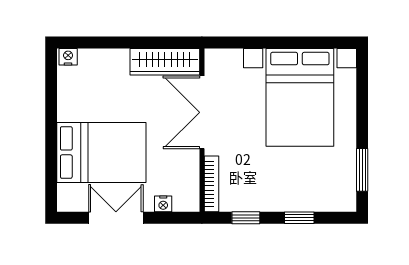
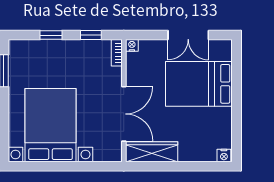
bookcase: (211, 184) -> (117, 53), width x0.64
nightstand: (163, 204) -> (132, 45), moved

